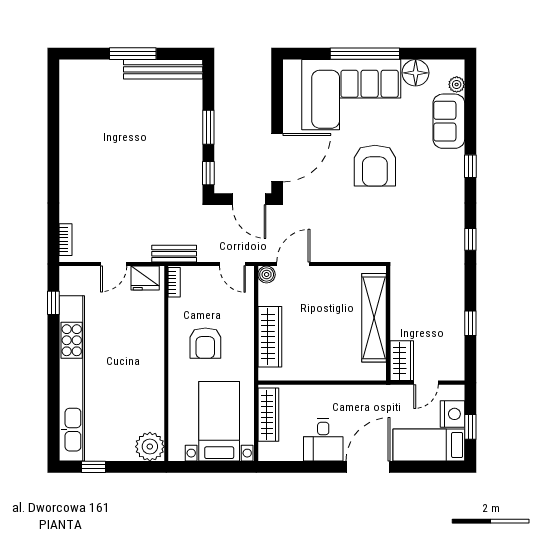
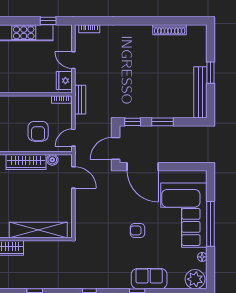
window: (133, 54) -> (210, 73), width x0.69
floor lamp: (416, 73) -> (202, 257), width x0.53, depth x0.53
plant: (457, 84) -> (195, 279), width x1.87, depth x1.87
shoe rack: (67, 116) -> (170, 30), added
sofa: (449, 121) -> (149, 279), moved
armchair: (375, 166) -> (137, 230), width x0.53, depth x0.53
boiler: (267, 275) -> (52, 160), moved
armchair: (205, 343) -> (38, 131), moved, turned -90

